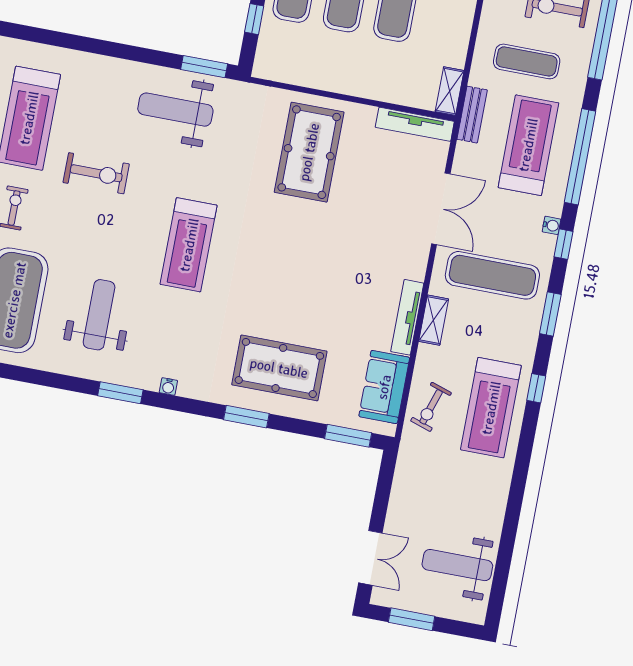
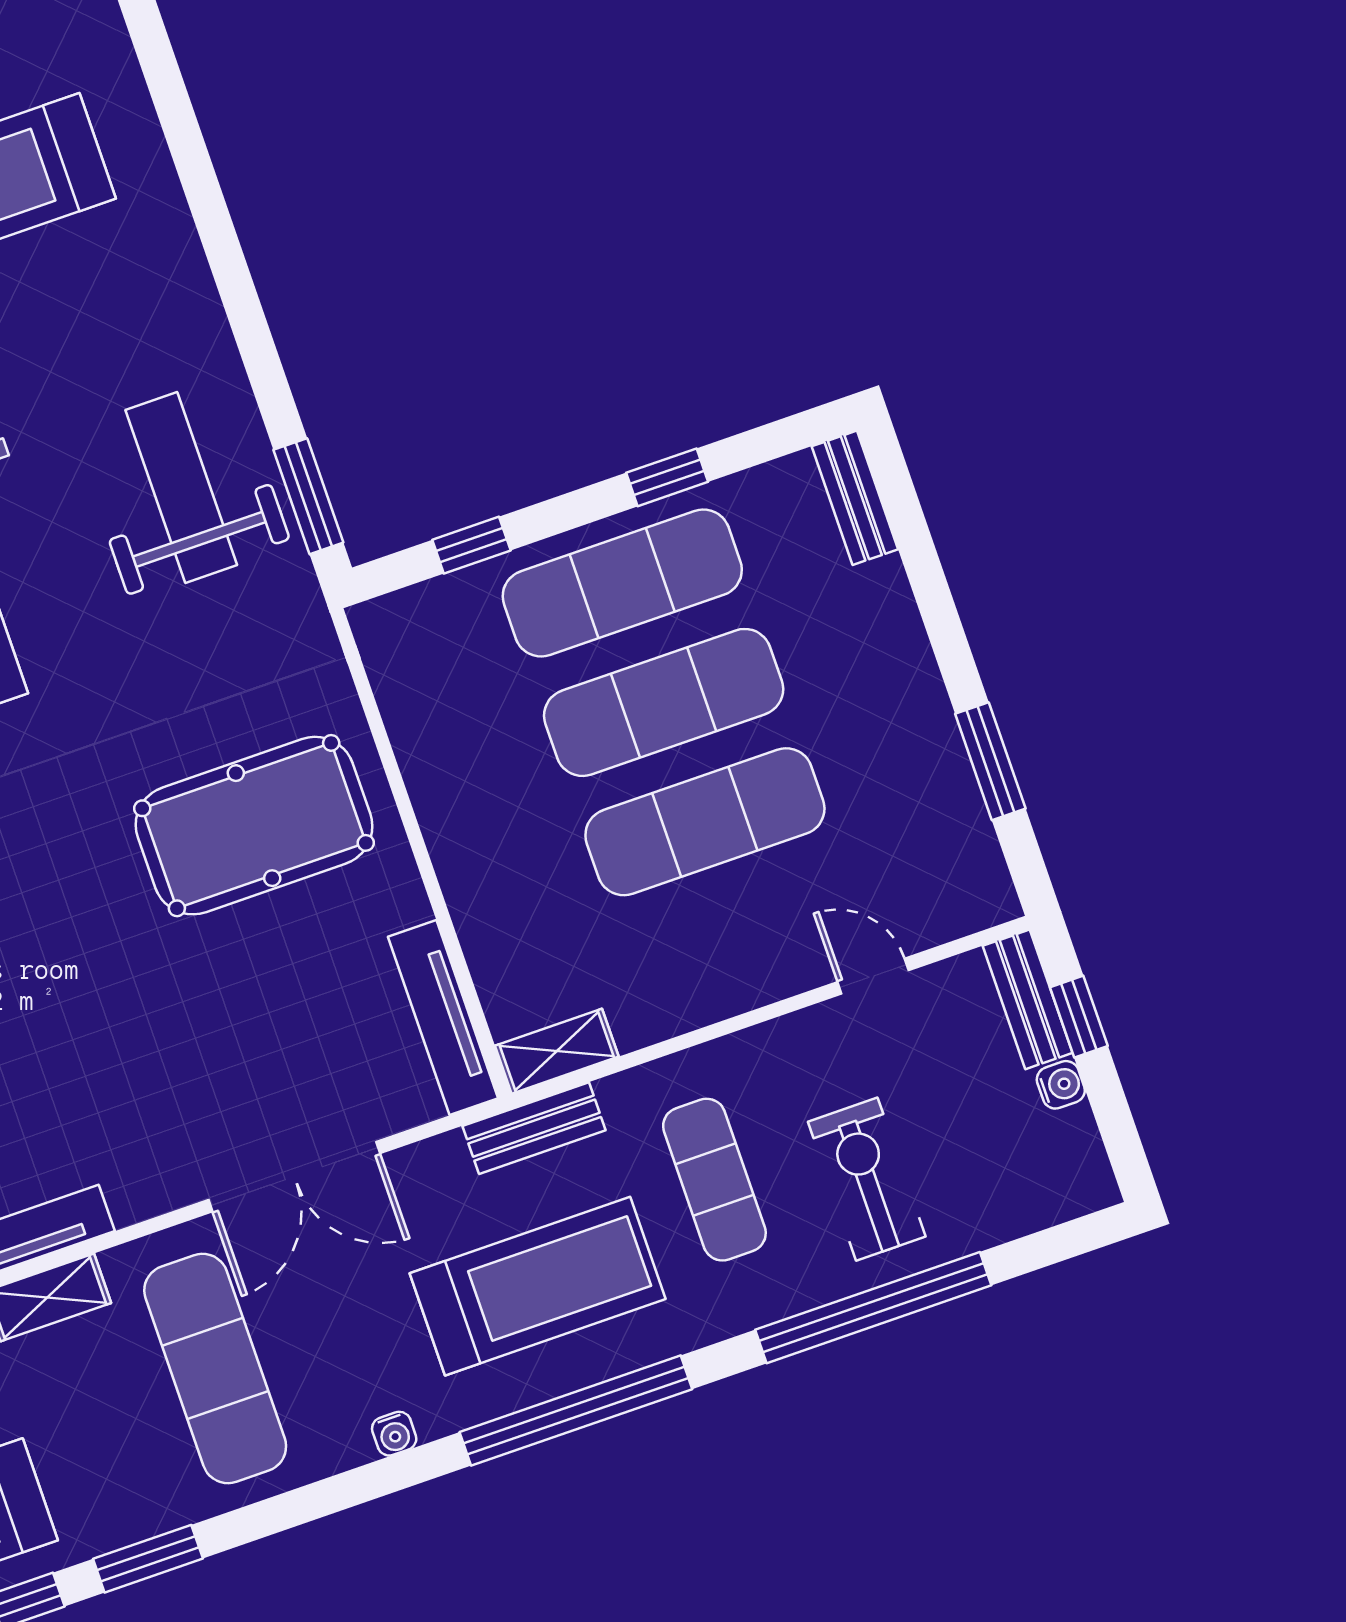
window: (563, 244) -> (369, 1482), removed
window: (550, 314) -> (148, 1559), moved

